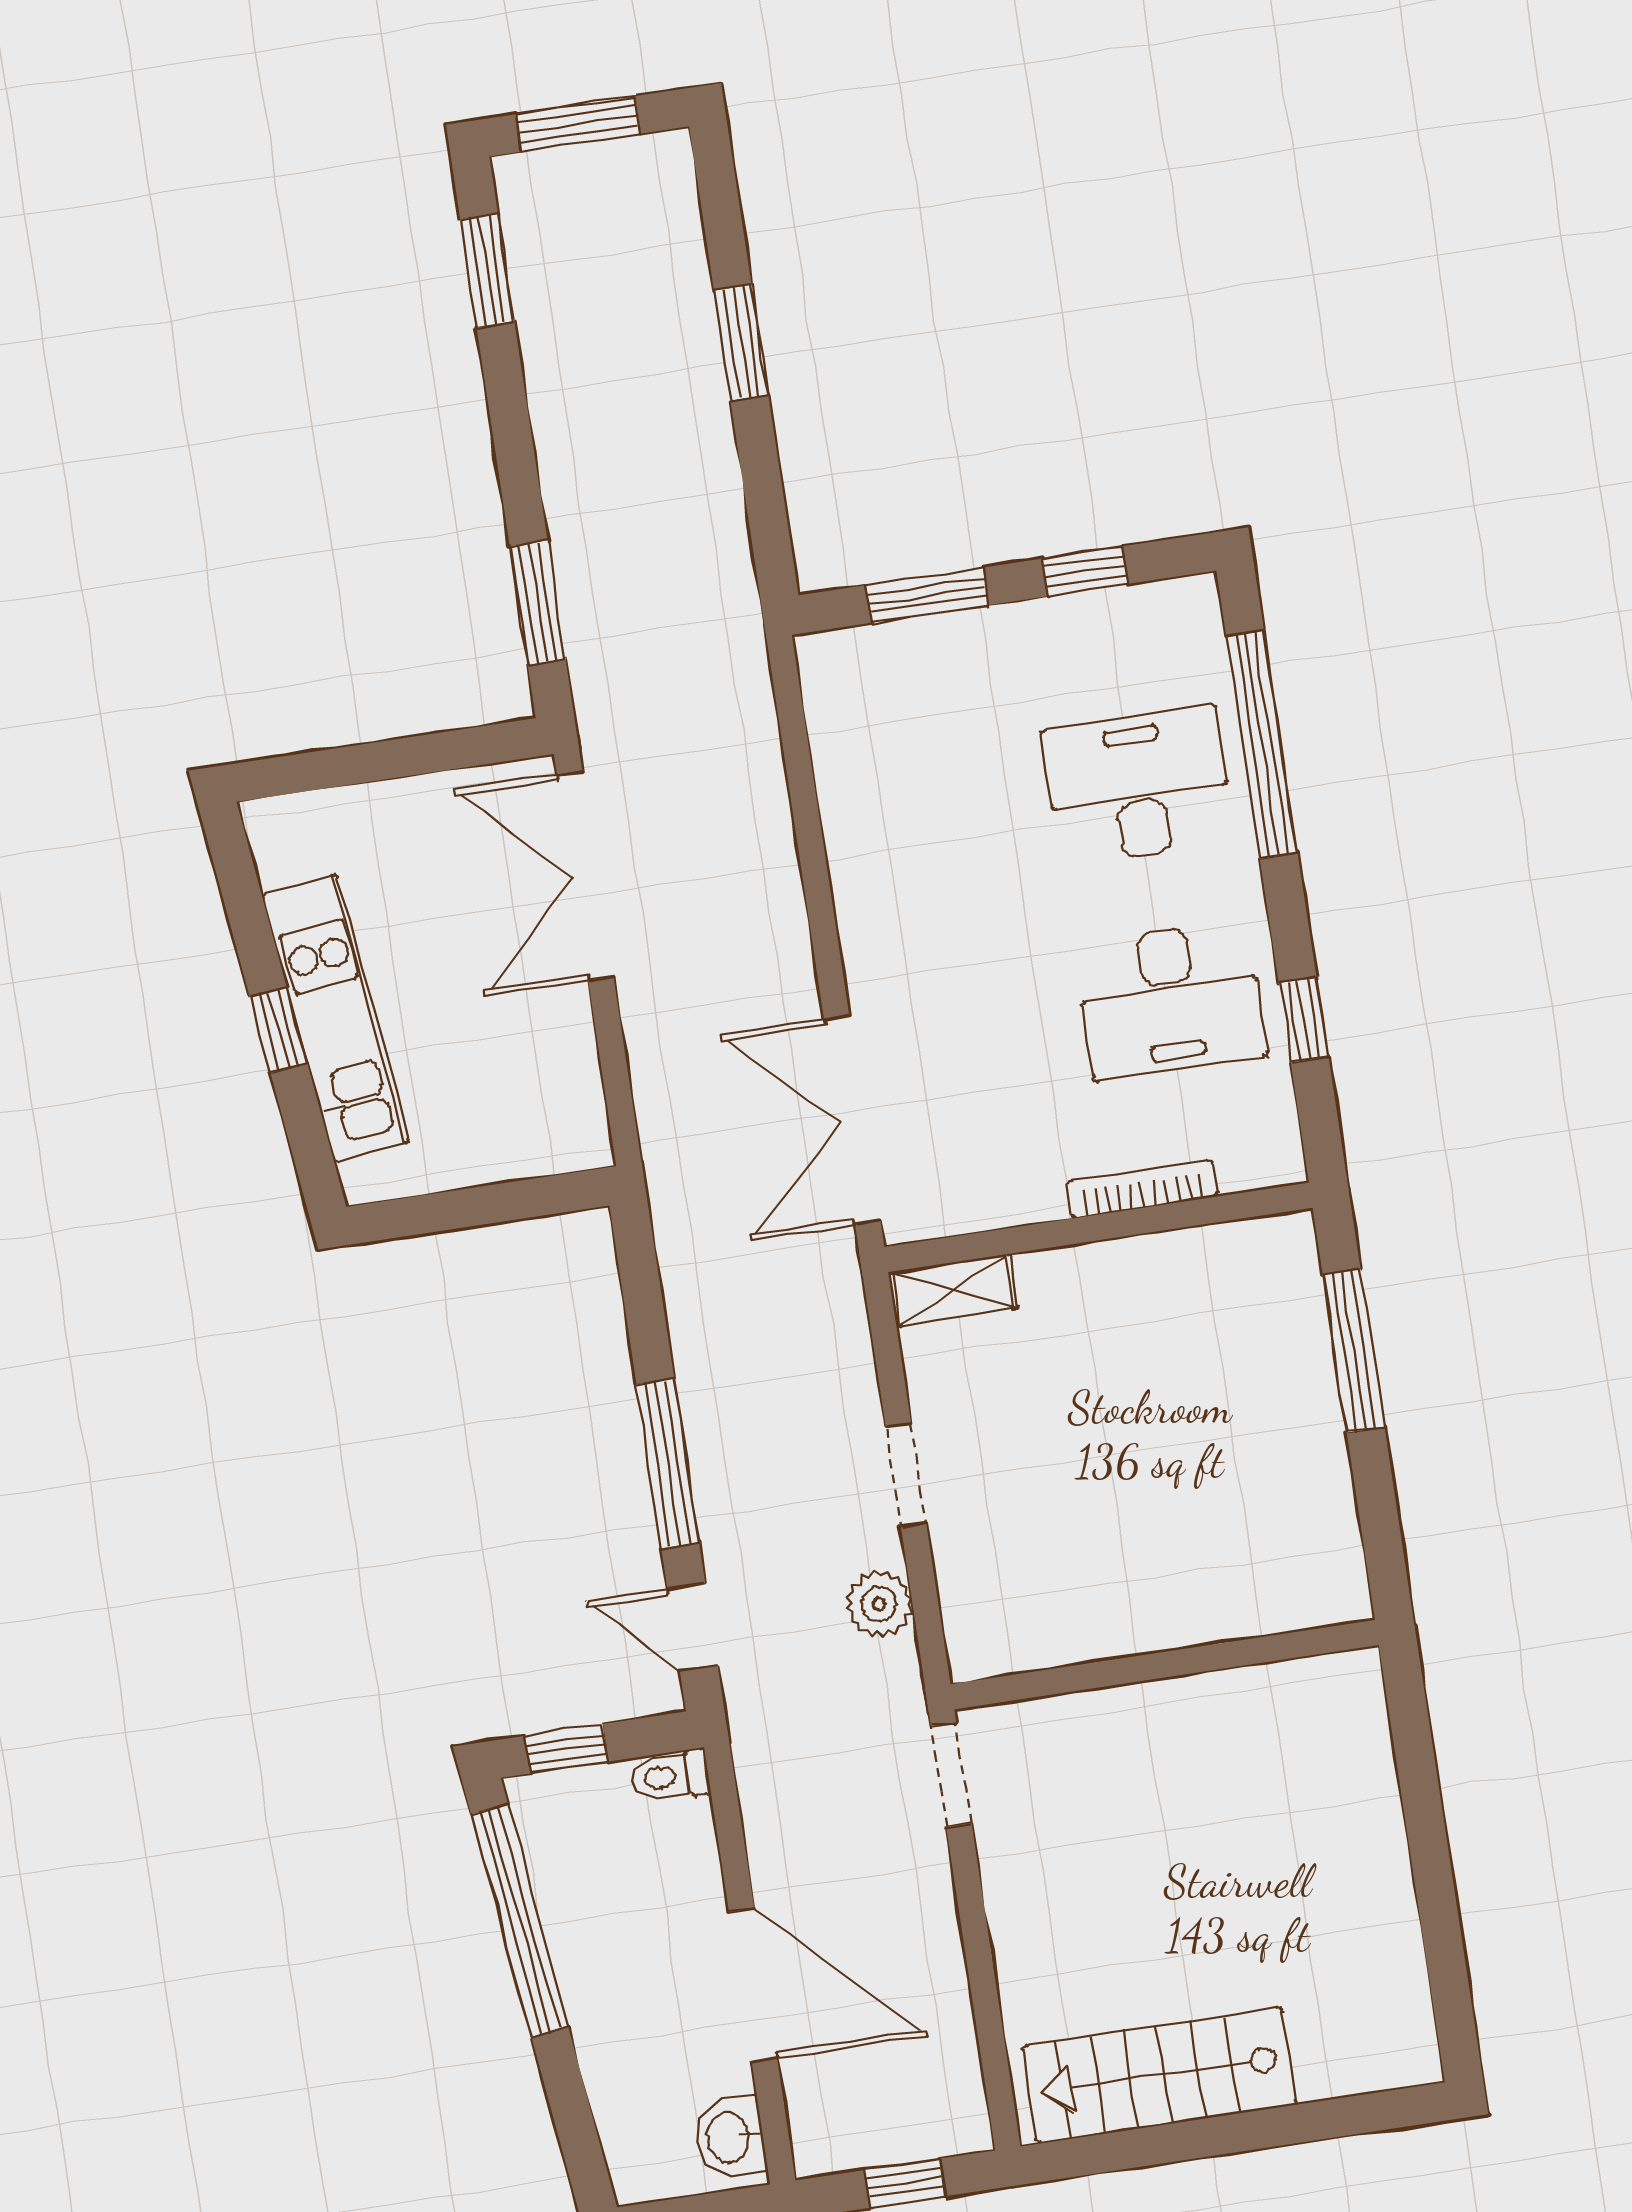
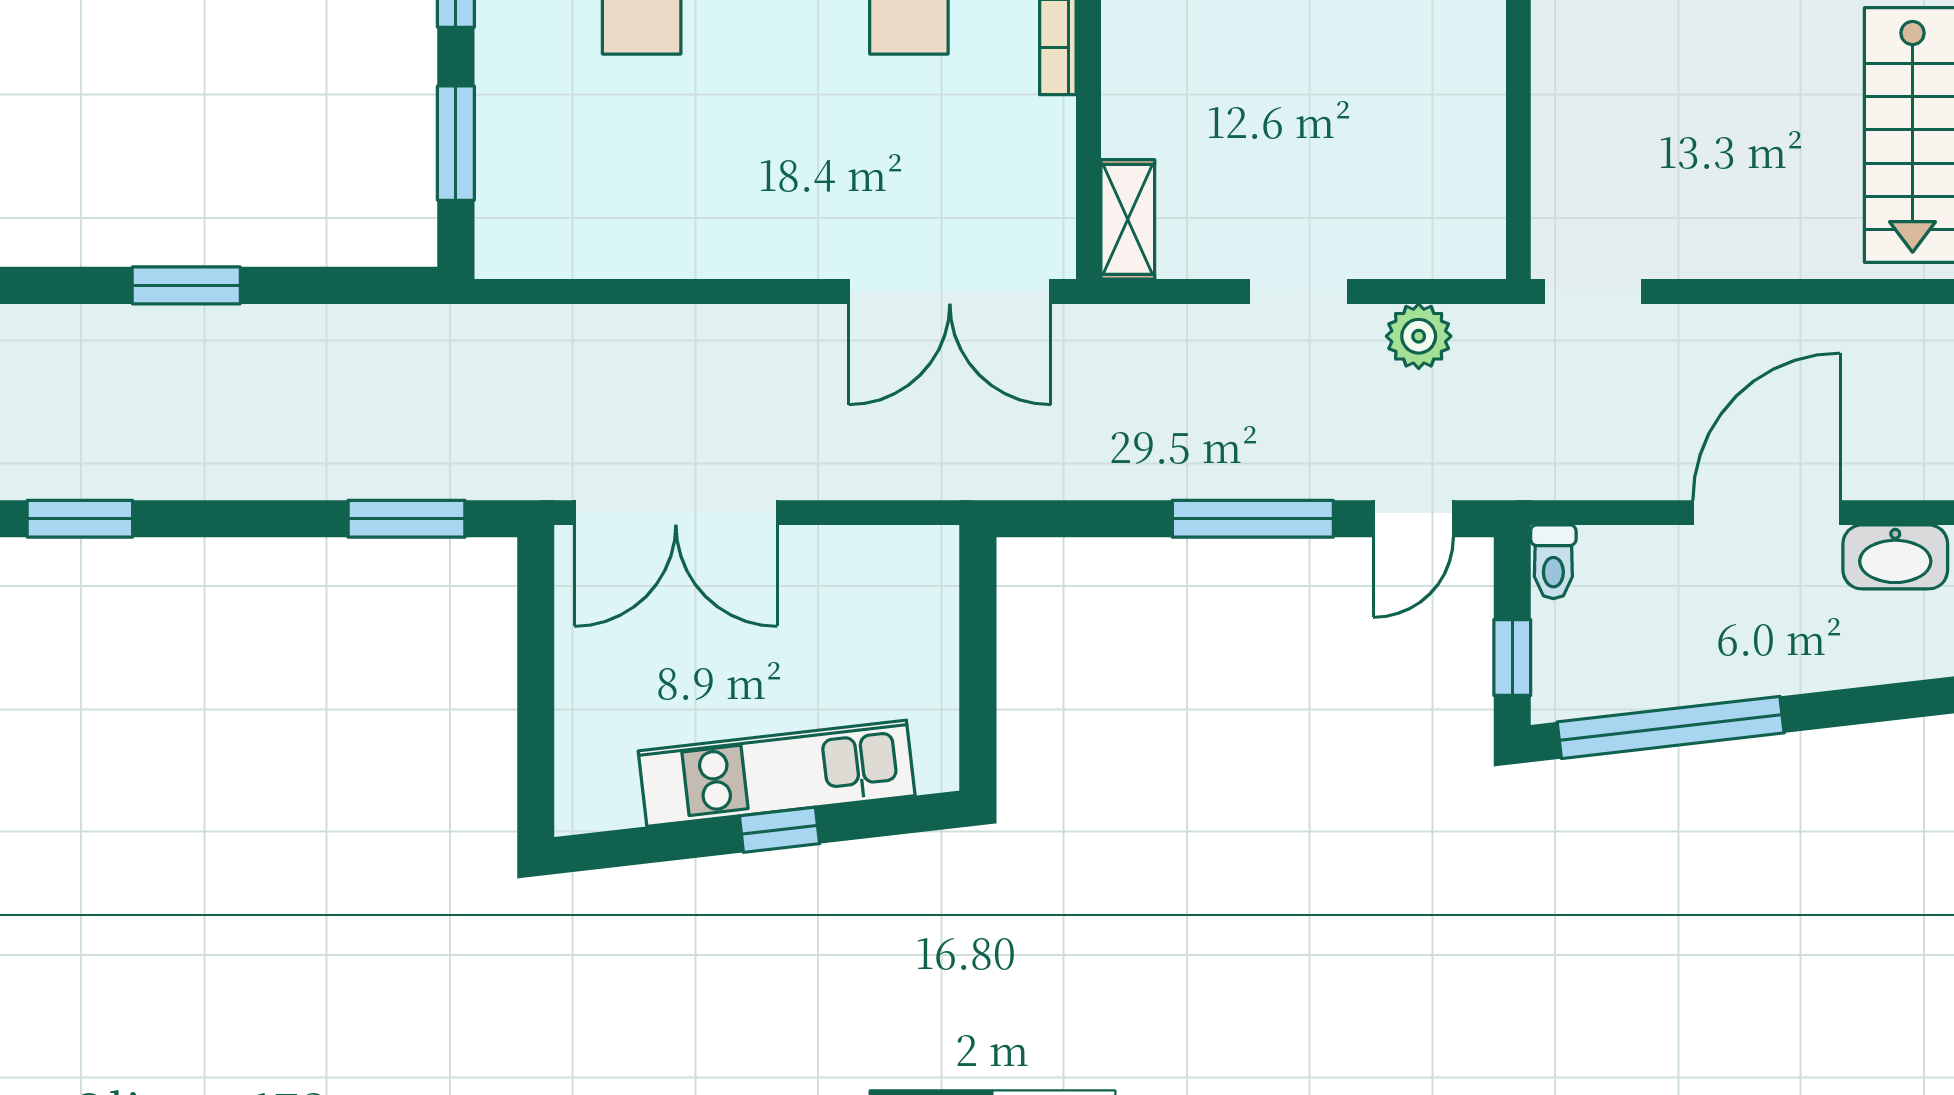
washbasin: (730, 2138) -> (1895, 557), width x1.38

